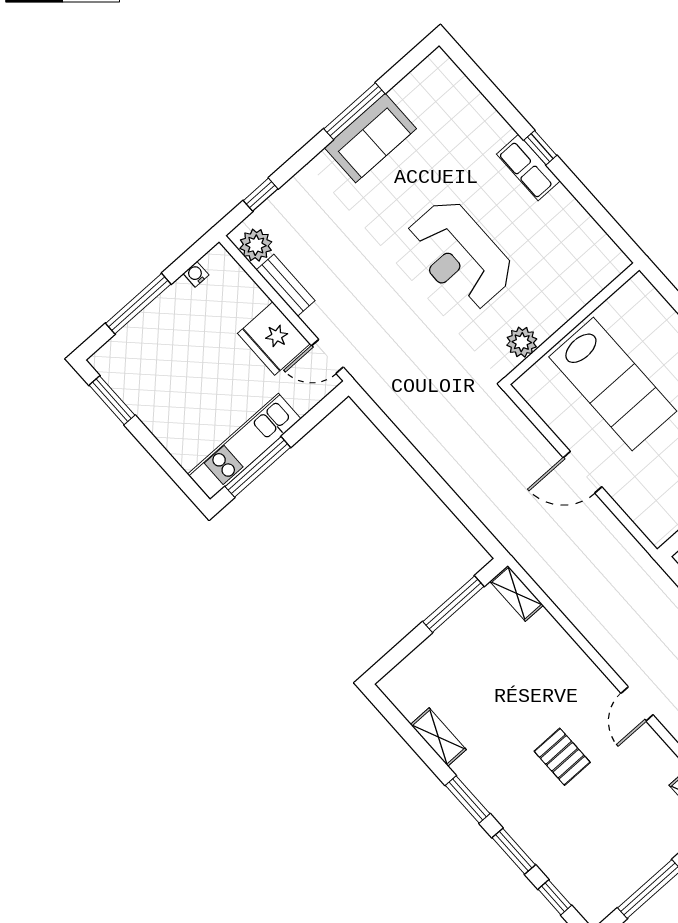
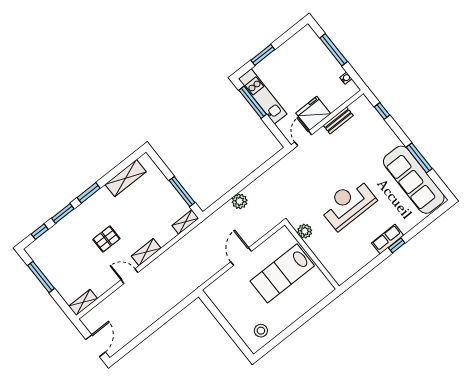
sofa: (370, 138) -> (414, 180), width x1.85, depth x1.27
plant: (256, 245) -> (240, 201), moved
window: (112, 400) -> (263, 55), moved
shelving: (585, 672) -> (146, 252), added
shelving: (438, 737) -> (126, 178), width x1.50, depth x1.33

